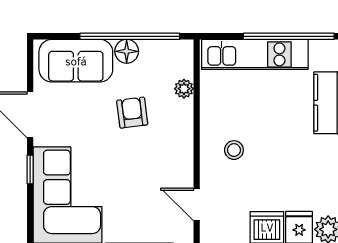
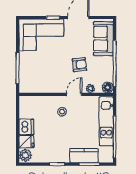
floor lamp: (127, 51) -> (108, 87), moved
door: (197, 204) -> (74, 94), moved

